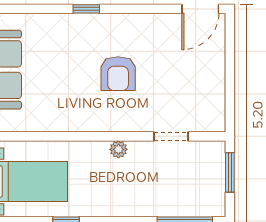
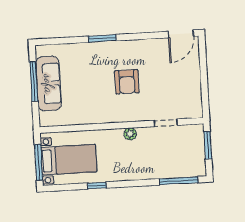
window: (86, 9) -> (102, 38), width x1.50

